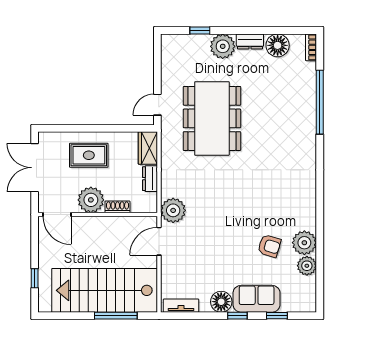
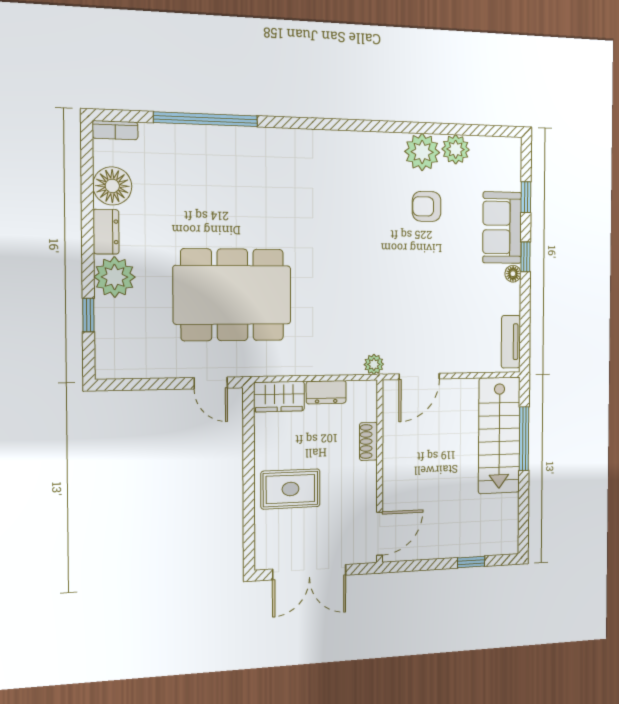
rug: (89, 155) -> (290, 489), turned 90
plant: (91, 200) -> (358, 483), removed
plant: (173, 210) -> (374, 364), width x0.53, depth x0.53
door: (159, 241) -> (419, 376), hinge flipped
armchair: (269, 246) -> (427, 206), turned -107
stairs: (105, 290) -> (499, 435), width x0.73, depth x0.66
floor lamp: (221, 302) -> (513, 274), width x0.53, depth x0.53

